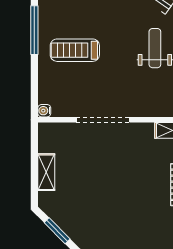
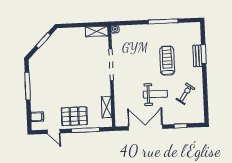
treadmill: (75, 50) -> (167, 61), moved
shelving: (46, 172) -> (97, 31), moved

